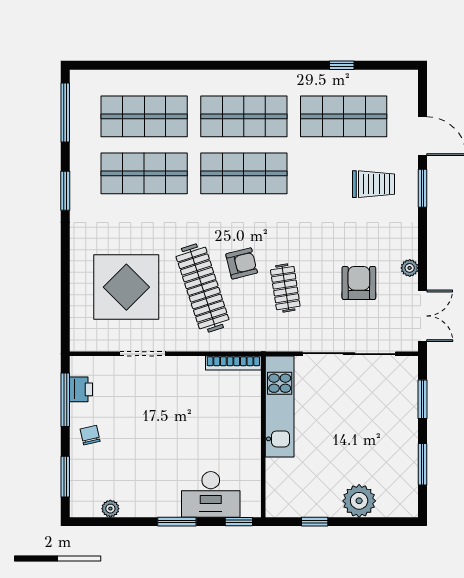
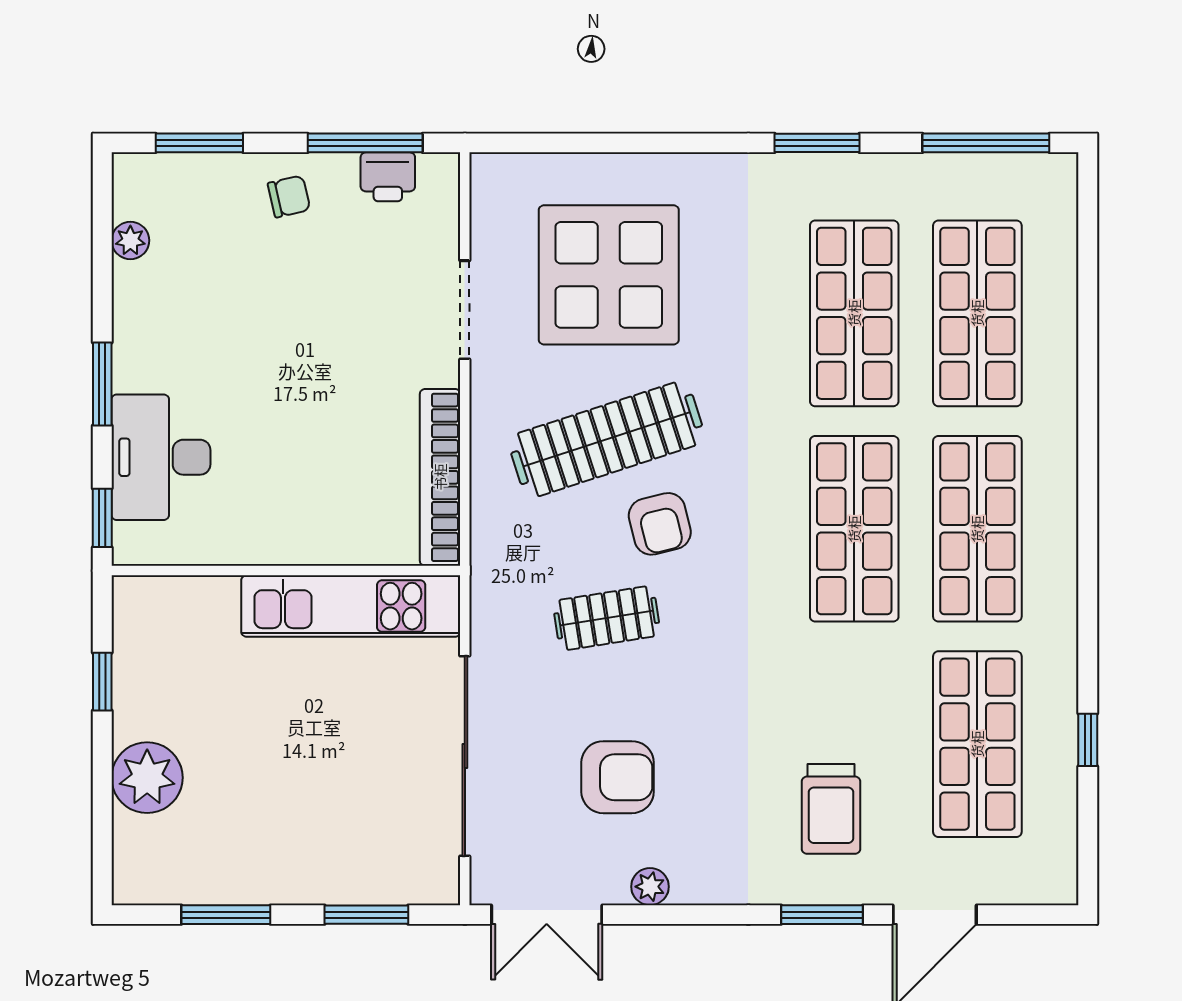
bookcase: (233, 363) -> (440, 477), width x1.48, depth x1.31

